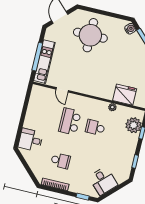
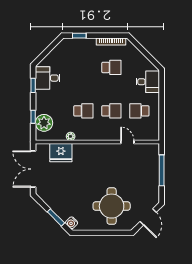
kitchen unit: (44, 62) -> (153, 167), removed
school desk: (45, 115) -> (139, 111), added
school desk: (70, 121) -> (111, 111), width x0.54
school desk: (60, 161) -> (111, 67), turned 180
desk: (103, 181) -> (48, 78), moved, turned -45

